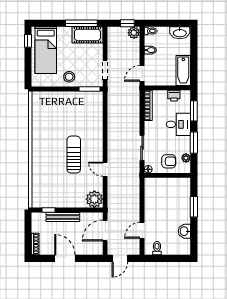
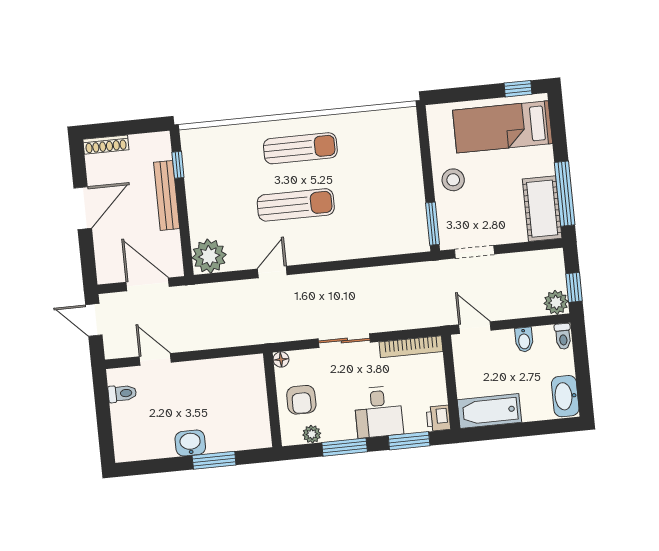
printer: (174, 96) -> (438, 418), moved
sliding door: (142, 148) -> (344, 341), moved
sun lounger: (46, 150) -> (300, 148), added
washbasin: (184, 231) -> (190, 443), moved

